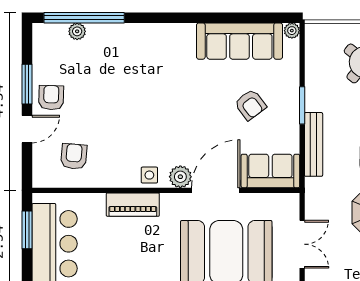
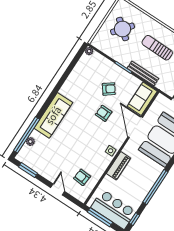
sofa: (239, 41) -> (53, 115), moved
window: (27, 84) -> (28, 170), moved
armchair: (51, 98) -> (104, 113), moved
plant: (180, 177) -> (120, 138), removed
window: (27, 230) -> (100, 217), width x1.44

